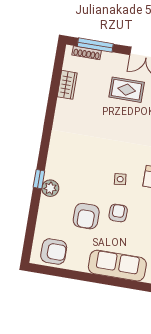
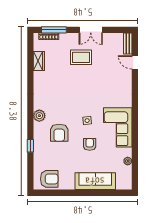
window: (39, 179) -> (30, 146), moved
plant: (50, 188) -> (39, 116), moved
armchair: (86, 216) -> (59, 133), moved

